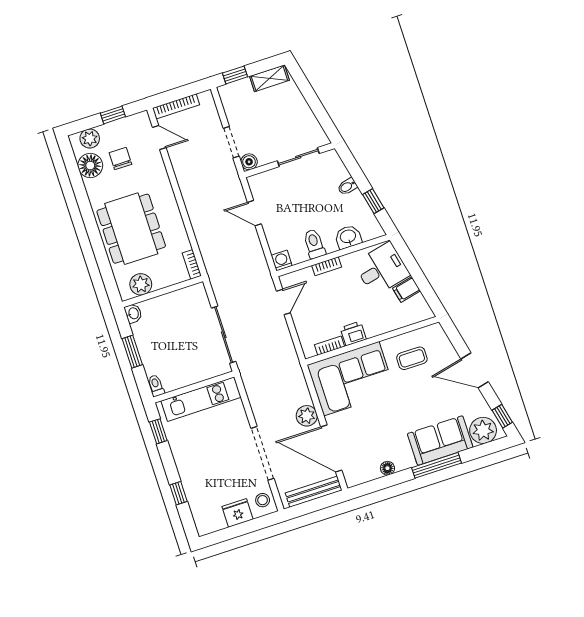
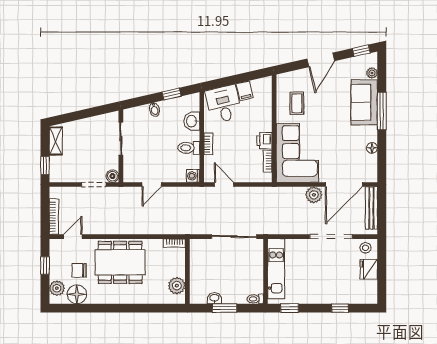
dining table: (131, 229) -> (120, 262), moved
washbasin: (133, 313) -> (214, 298), moved
plant: (483, 430) -> (372, 73), width x0.53, depth x0.53

